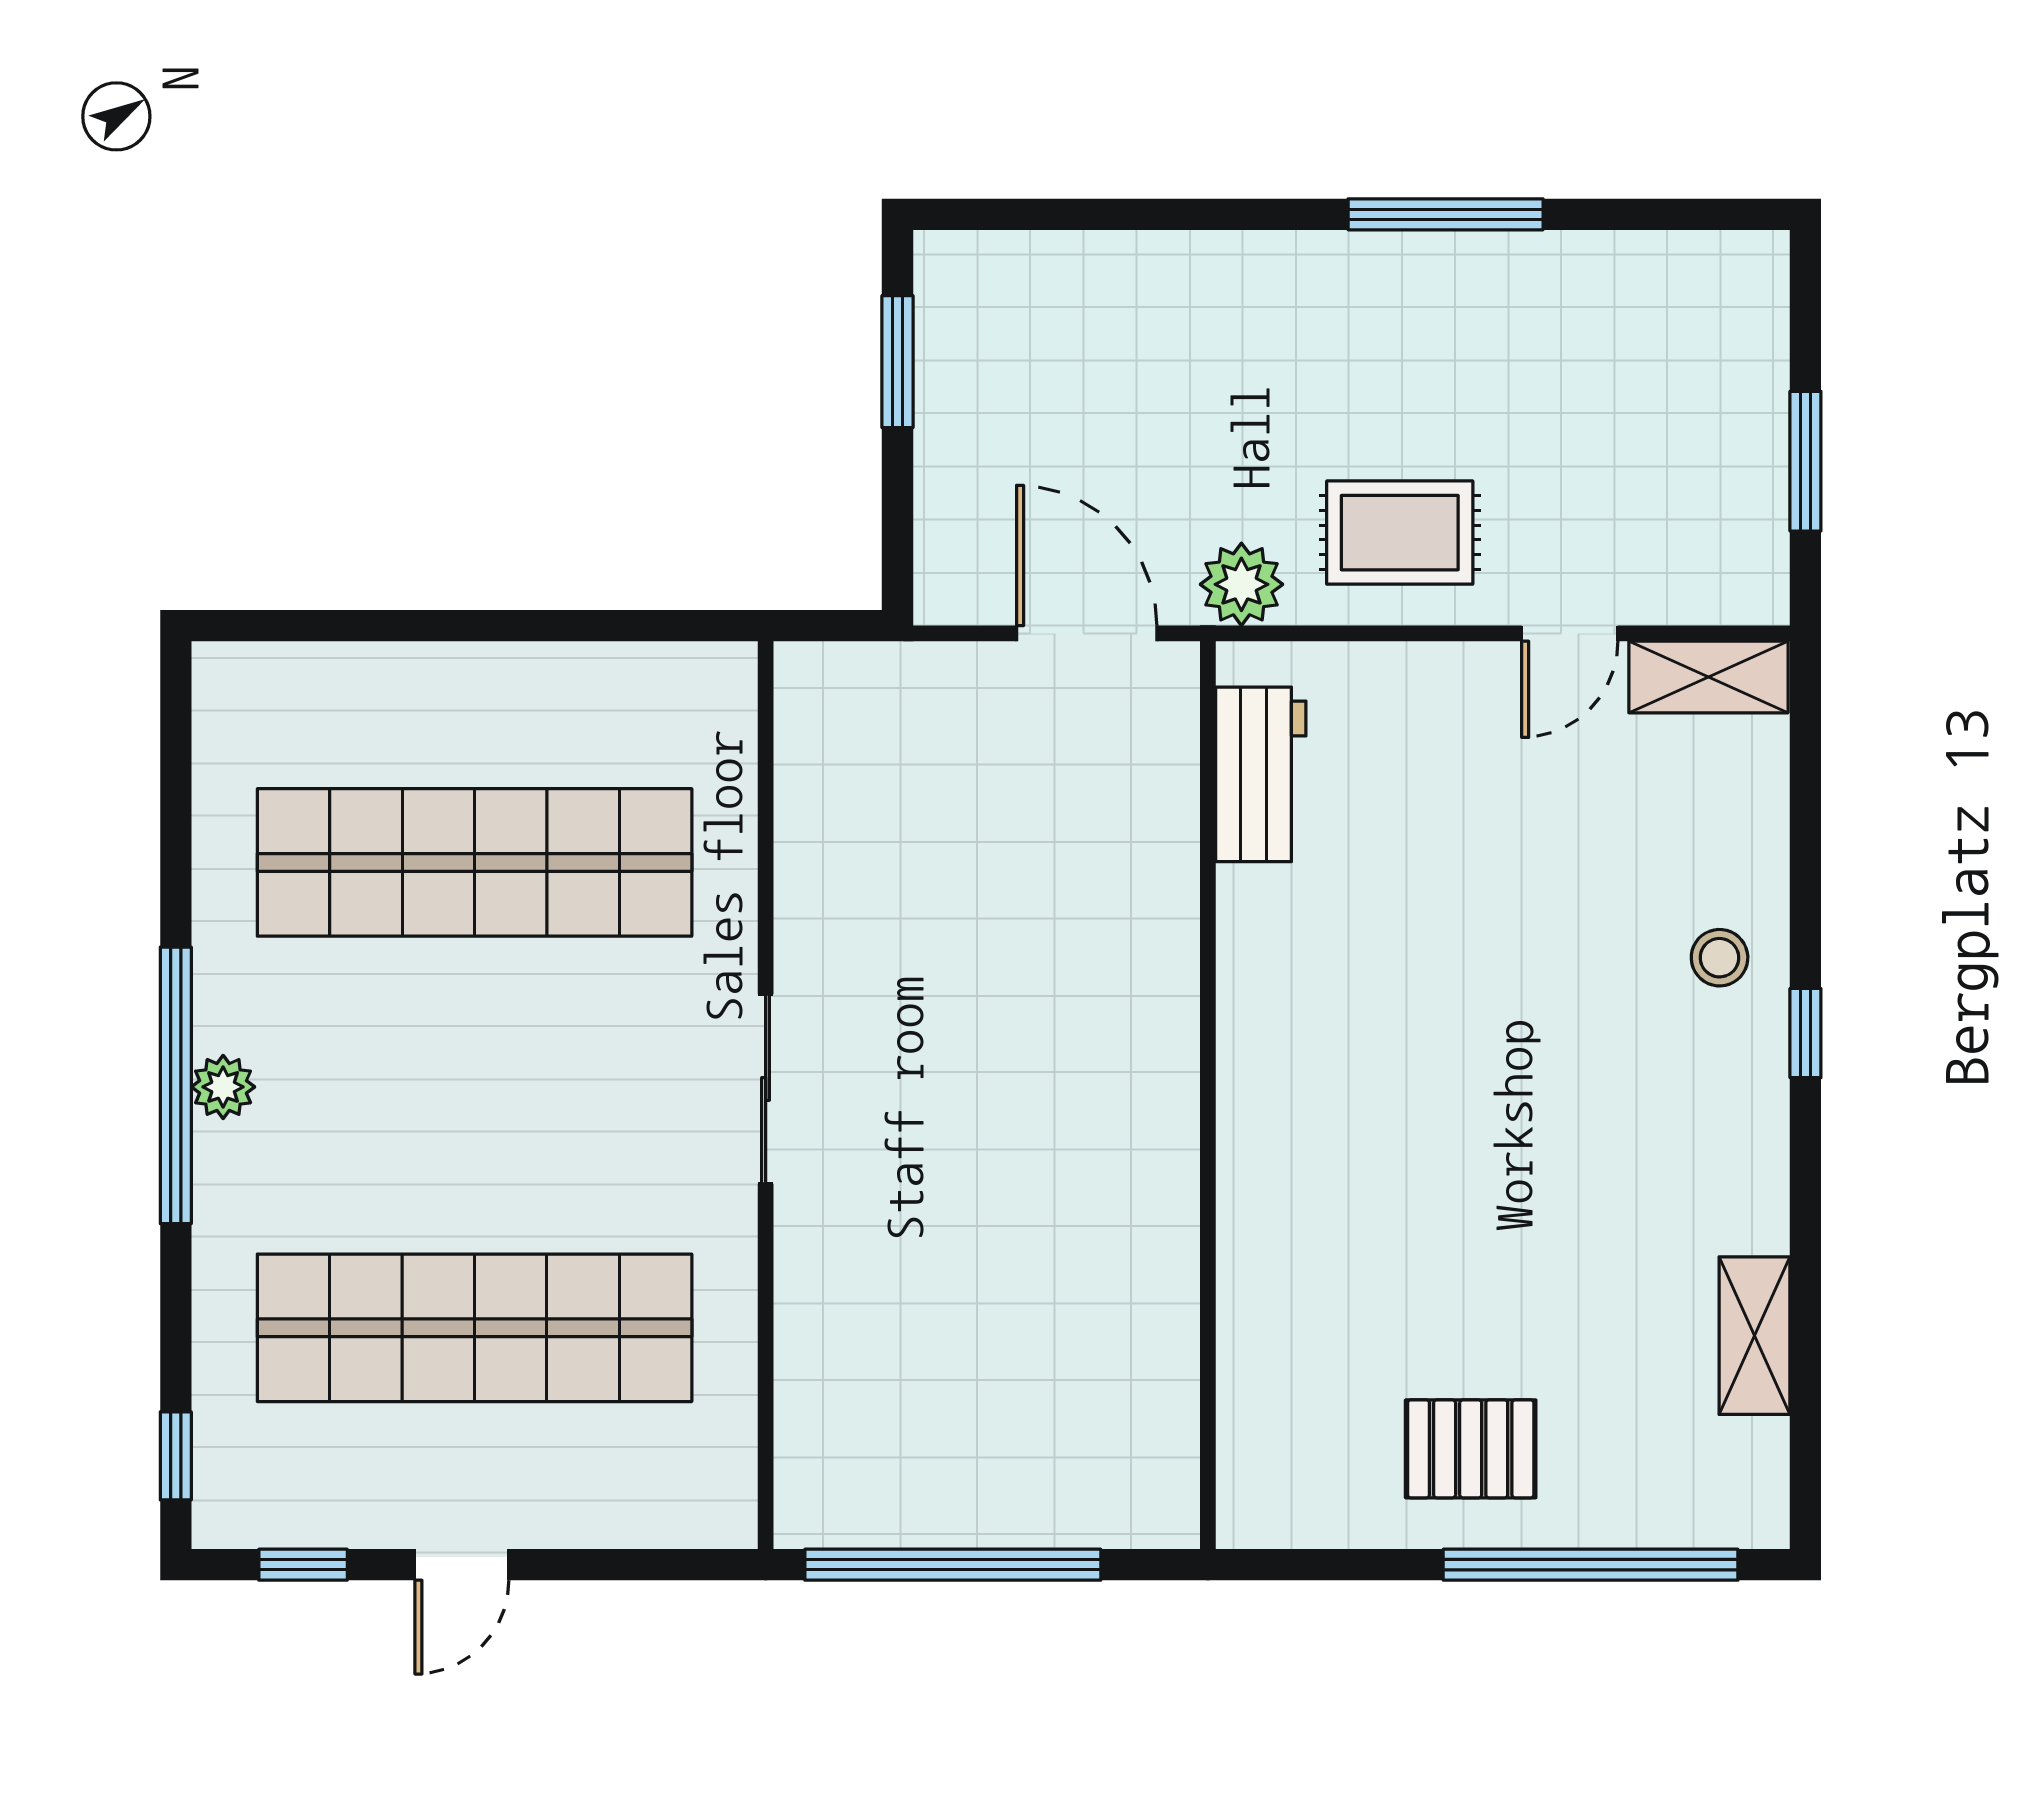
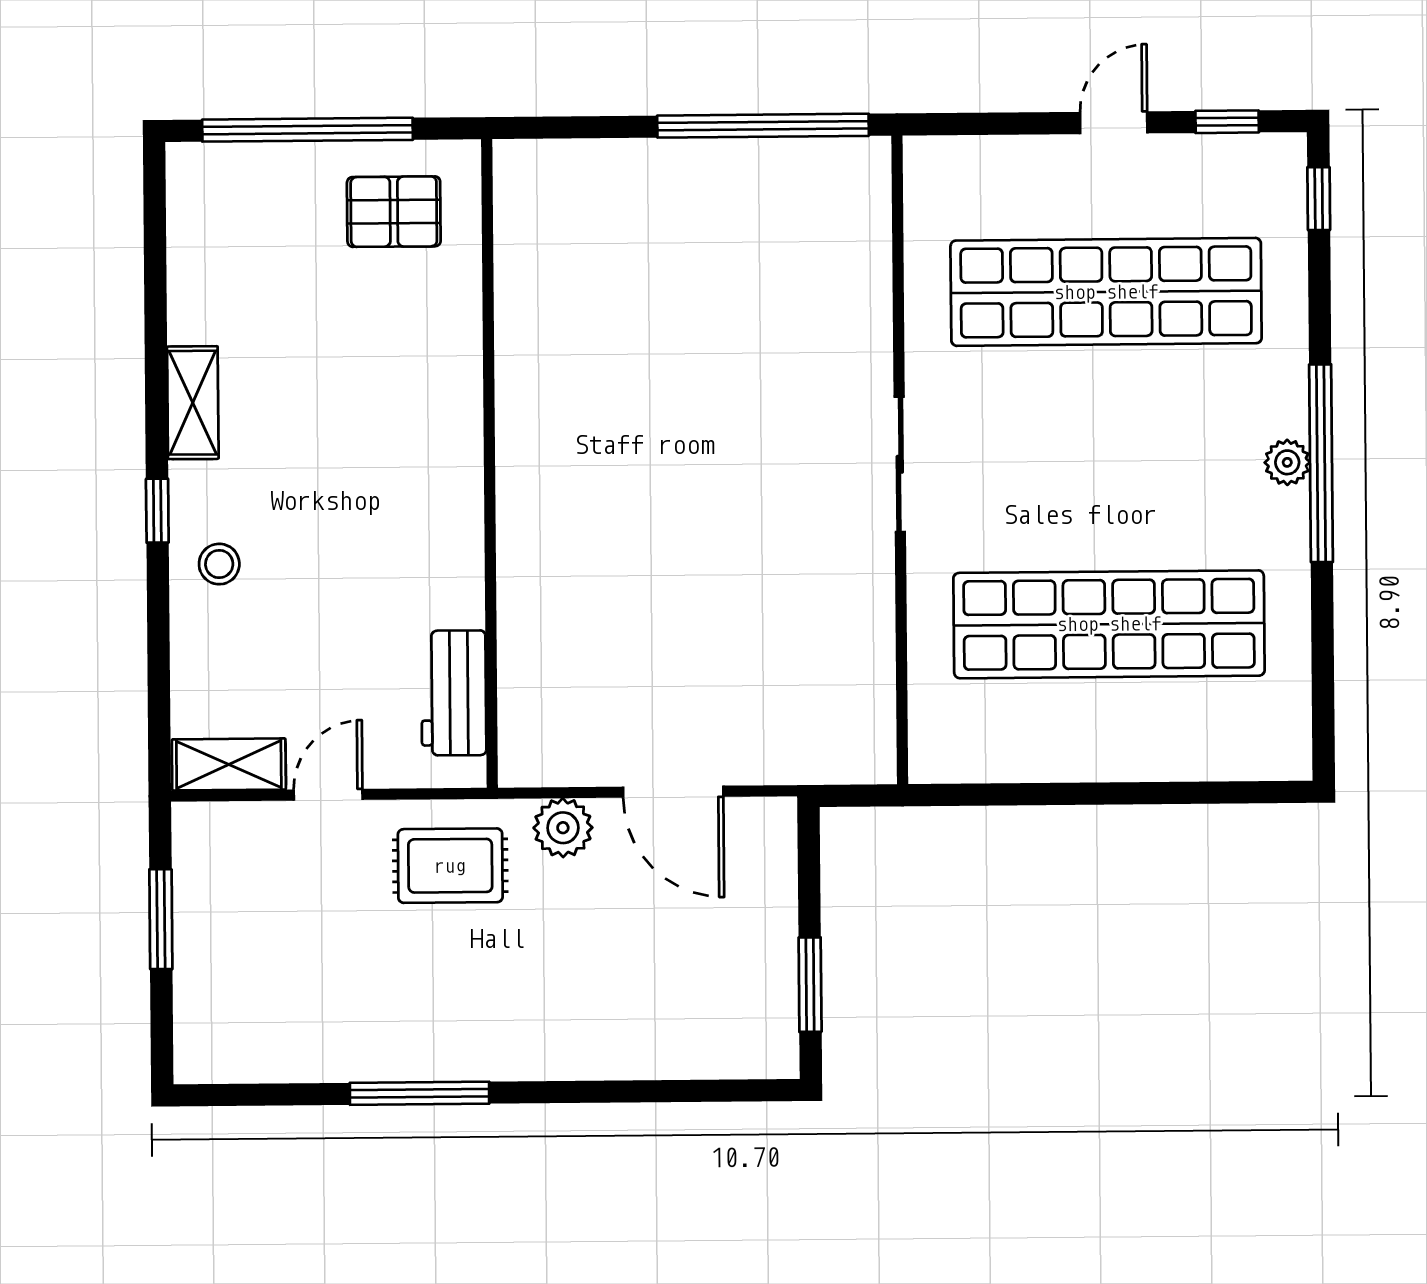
workbench: (1261, 774) -> (454, 693), moved
wall: (1208, 1095) -> (490, 463), moved
shelving: (1754, 1336) -> (193, 403), moved

